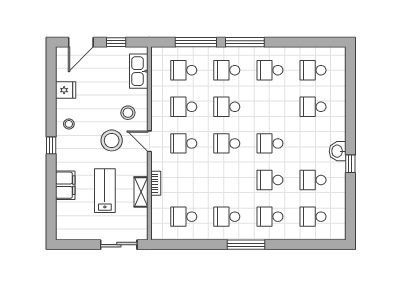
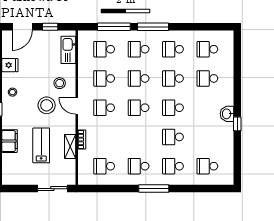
school desk: (313, 180) -> (173, 78), moved

